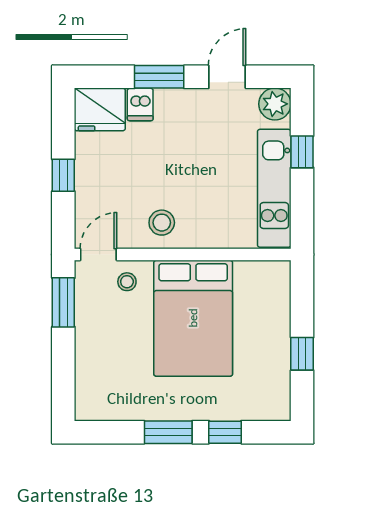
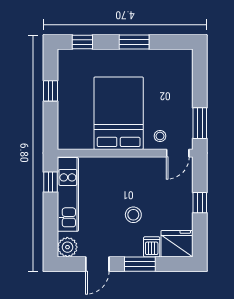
window: (302, 152) -> (50, 182), moved
stool: (162, 223) -> (133, 215), moved
window: (225, 432) -> (82, 42), moved

